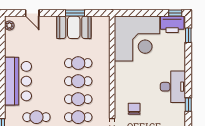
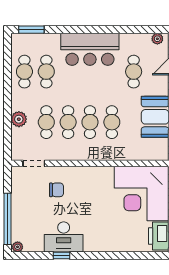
window: (188, 35) -> (145, 256), removed
cafe table: (36, 45) -> (134, 72), added
desk: (173, 87) -> (64, 237), moved

